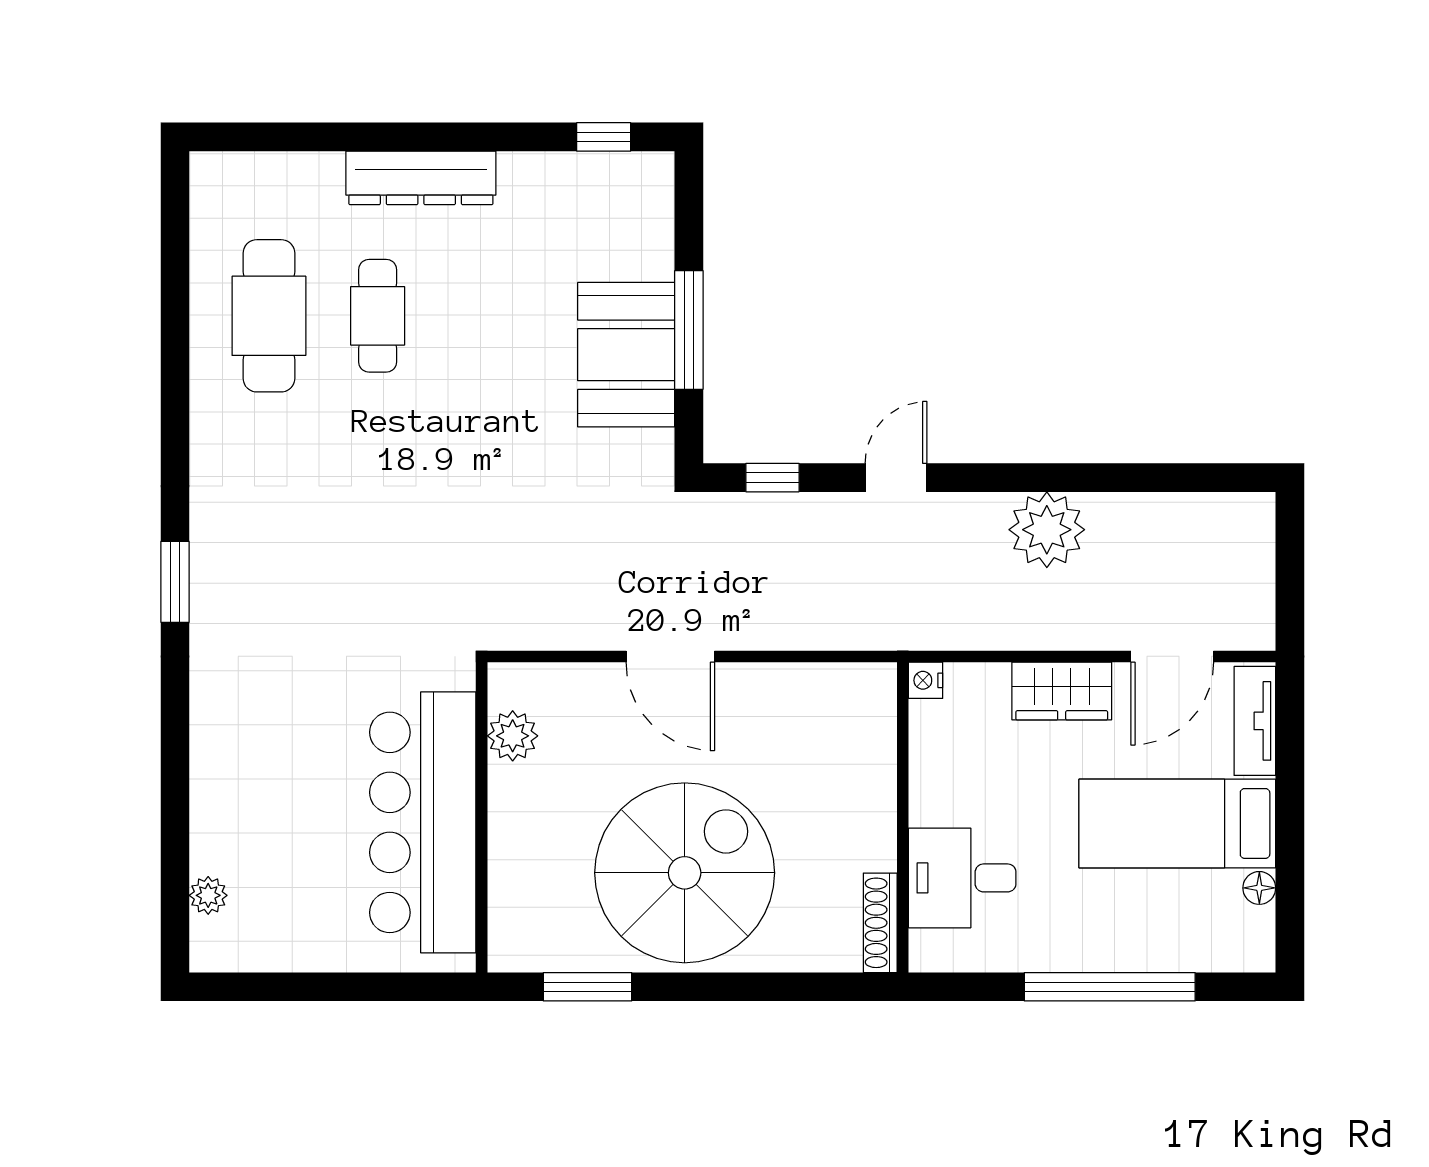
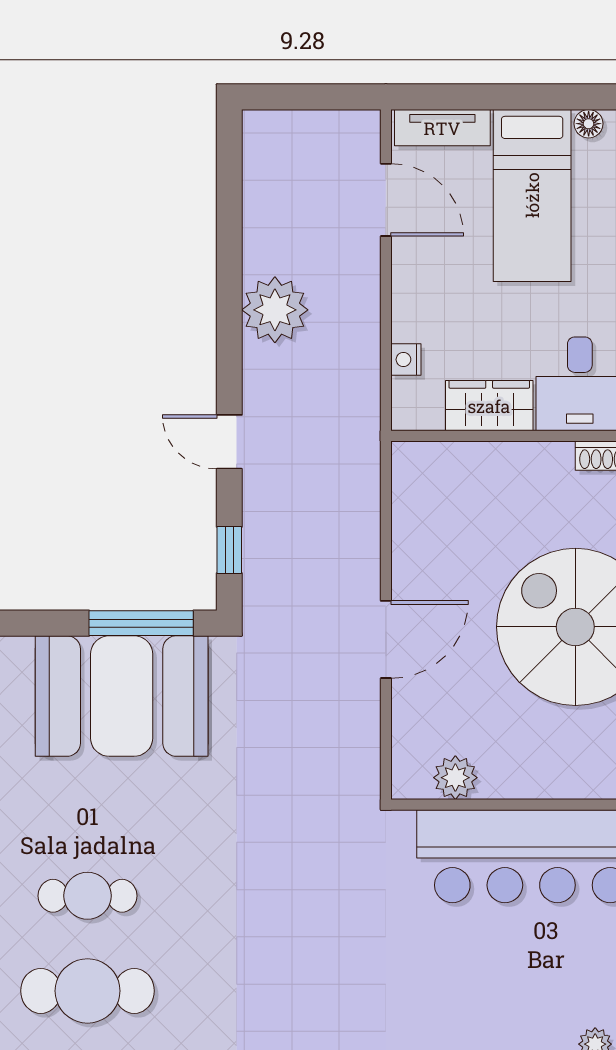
window: (689, 330) -> (141, 623), moved
booth: (626, 355) -> (122, 696), width x1.36, depth x1.42
nightstand: (926, 680) -> (406, 360), moved, turned 90
wardrobe: (1062, 691) -> (489, 406), moved, turned -90

